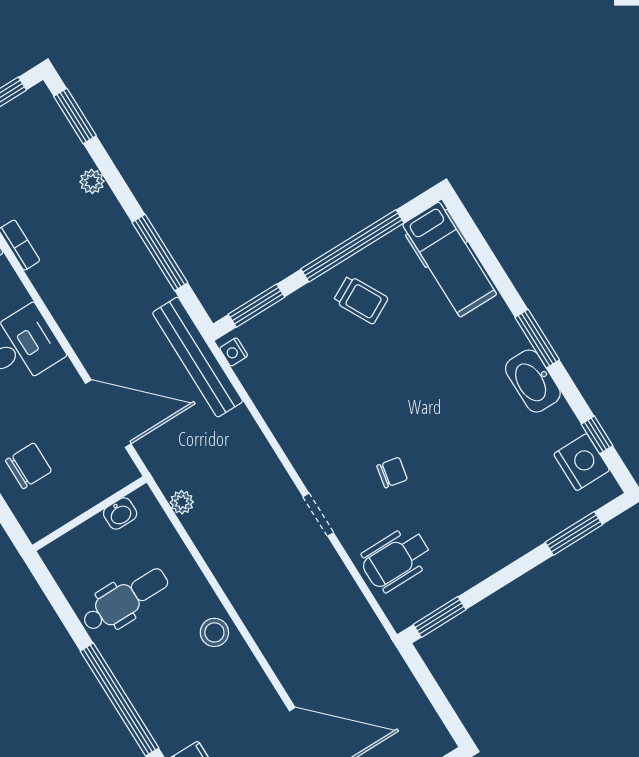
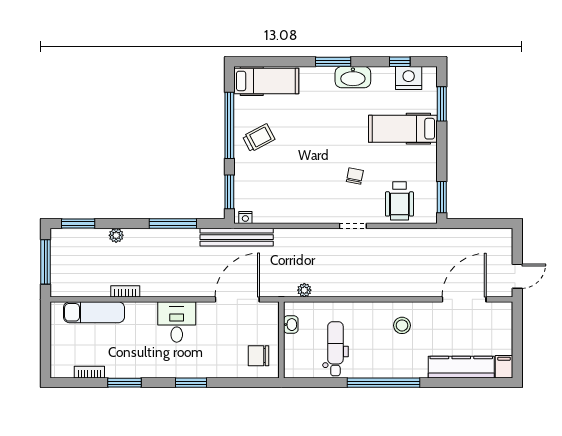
chair: (28, 466) -> (258, 356), moved, turned -90
hospital bed: (503, 499) -> (403, 129), added
stool: (214, 632) -> (402, 325), moved

